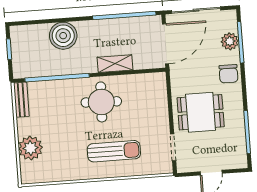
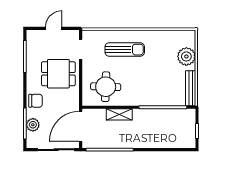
boiler: (63, 36) -> (156, 138), removed
chair: (229, 74) -> (36, 101), turned 90
bench: (21, 100) -> (191, 88), width x1.36
round table: (101, 102) -> (106, 87), moved
sun lounger: (114, 151) -> (125, 50), turned 180

